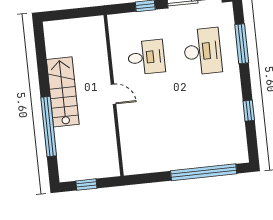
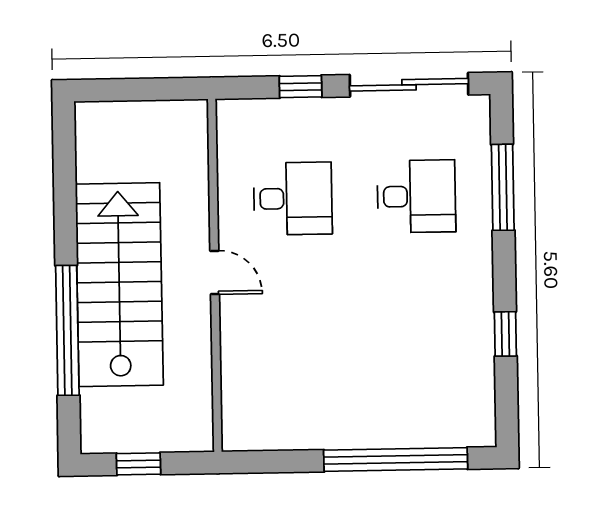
desk: (203, 51) -> (416, 196), width x0.73
stairs: (63, 92) -> (119, 285), width x1.36, depth x1.51

